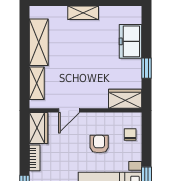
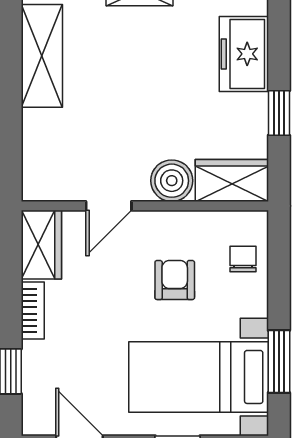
shelving: (37, 83) -> (37, 146), removed
boiler: (98, 99) -> (172, 181), added

